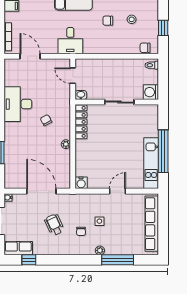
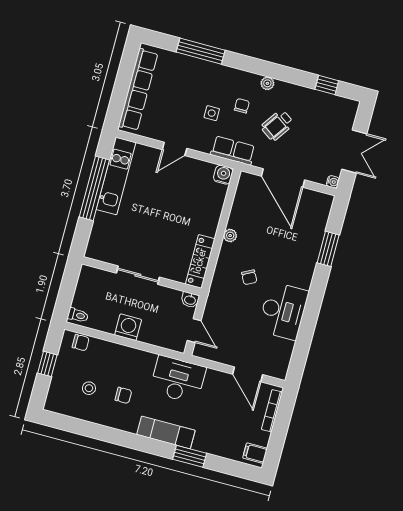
desk: (70, 41) -> (178, 380), width x1.37
washing machine: (151, 92) -> (128, 327), moved, turned -90
wheelchair: (54, 225) -> (277, 125), turned 60
row of seats: (18, 248) -> (233, 151), moved, turned 180
plant: (100, 250) -> (267, 83), moved

